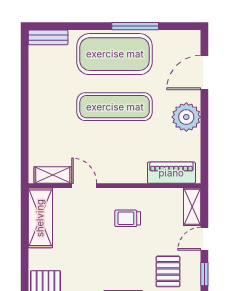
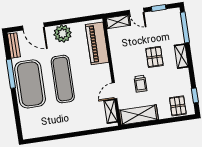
bench: (48, 37) -> (14, 45), moved
piano: (171, 173) -> (97, 43), width x1.37, depth x1.33
trolley: (128, 218) -> (140, 84), moved
pallet: (168, 271) -> (154, 57), moved, turned 90

